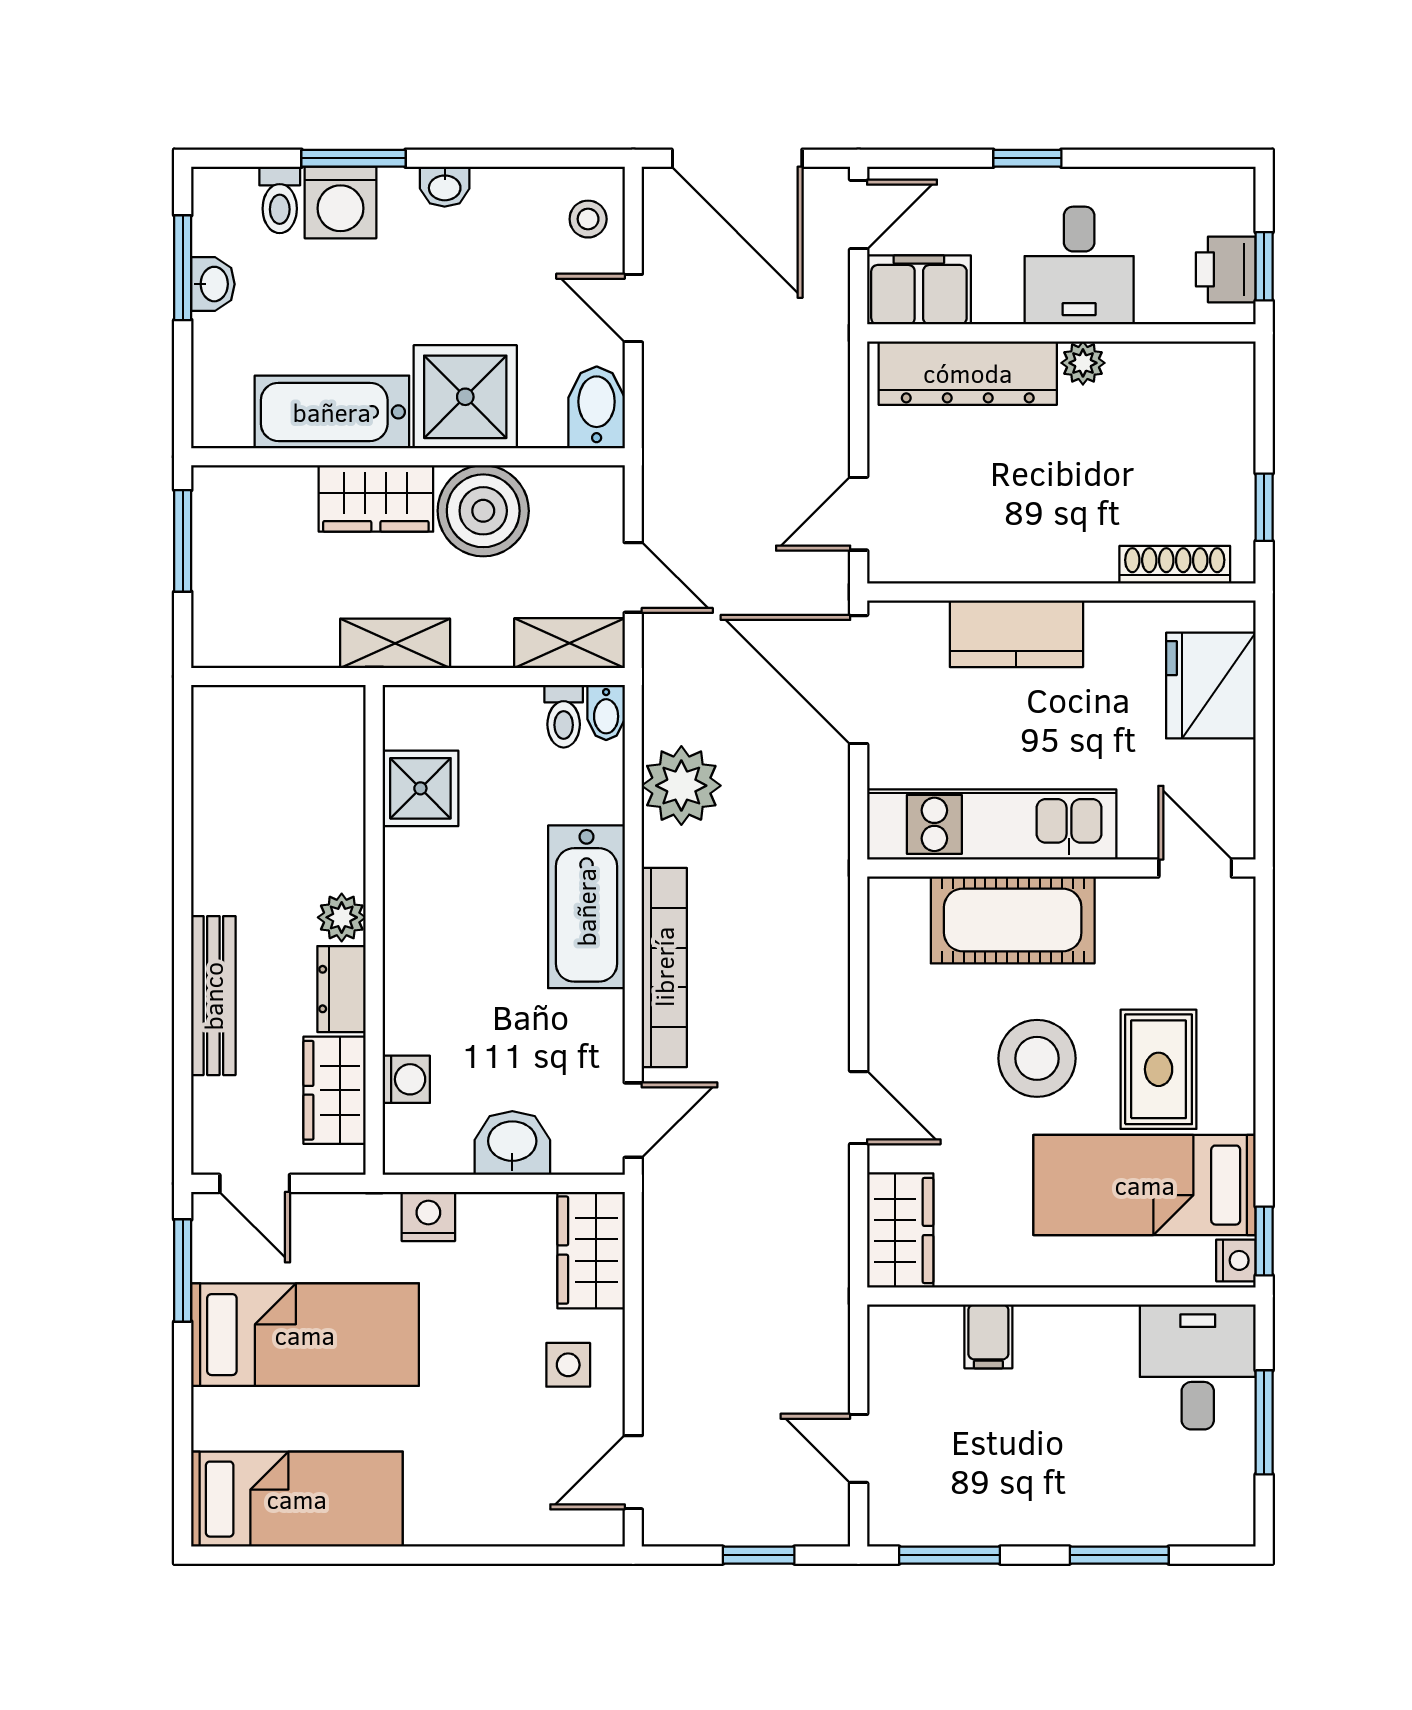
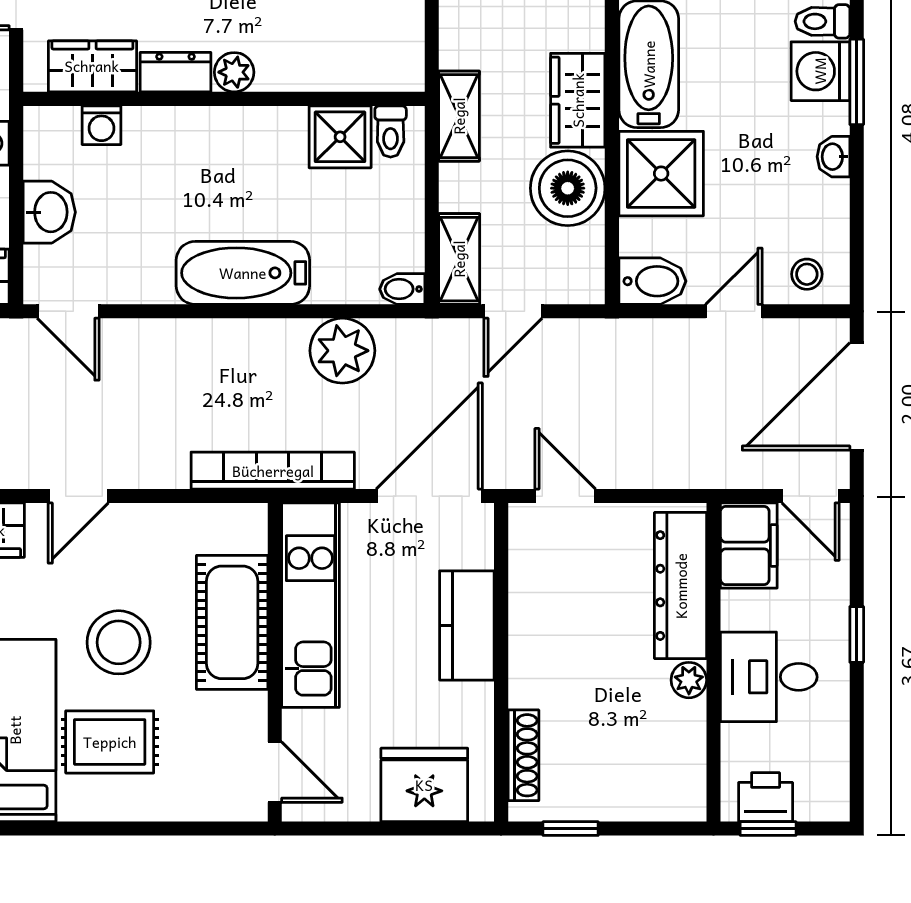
toilet: (564, 716) -> (391, 131), moved, turned -90
door: (1195, 868) -> (275, 772), hinge flipped
bookcase: (664, 967) -> (273, 471), moved, turned 180

